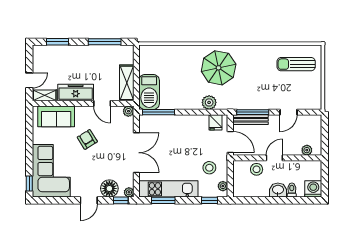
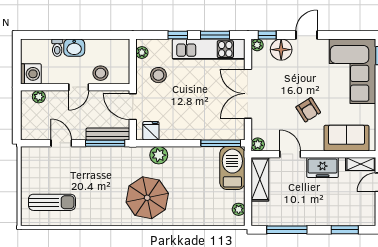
plant: (144, 58) -> (239, 209), added
freezer: (76, 92) -> (323, 167), width x0.71
door: (288, 112) -> (61, 143), hinge flipped
washing machine: (313, 189) -> (31, 74), moved, turned -90
window: (209, 200) -> (178, 35), moved

